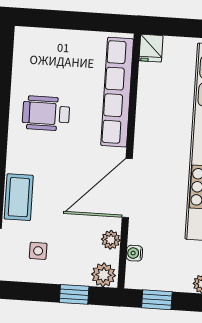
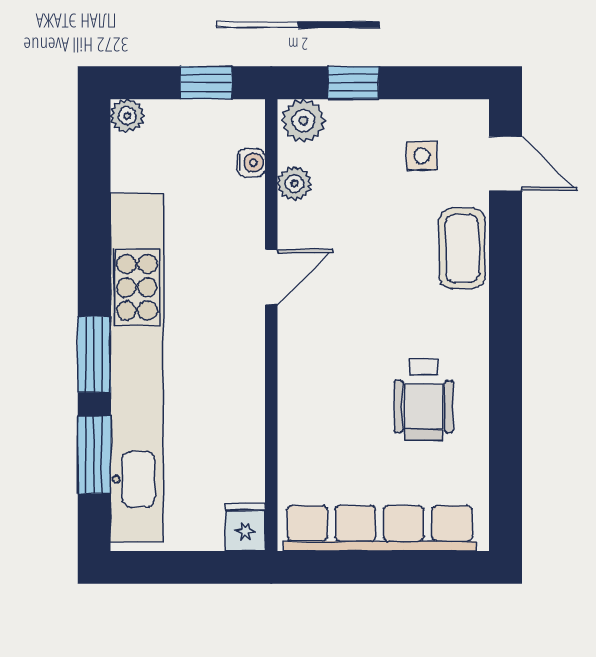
row of seats: (117, 92) -> (379, 528), moved, turned -90
wheelchair: (46, 113) -> (424, 400), turned 90
door: (127, 188) -> (271, 277), width x0.53

